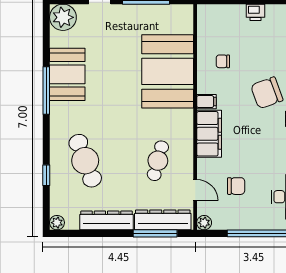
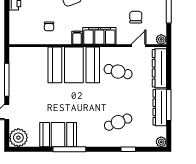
booth: (168, 71) -> (74, 65), moved
cafe table: (85, 161) -> (118, 122), width x0.73, depth x0.74
window: (155, 233) -> (169, 105), moved

